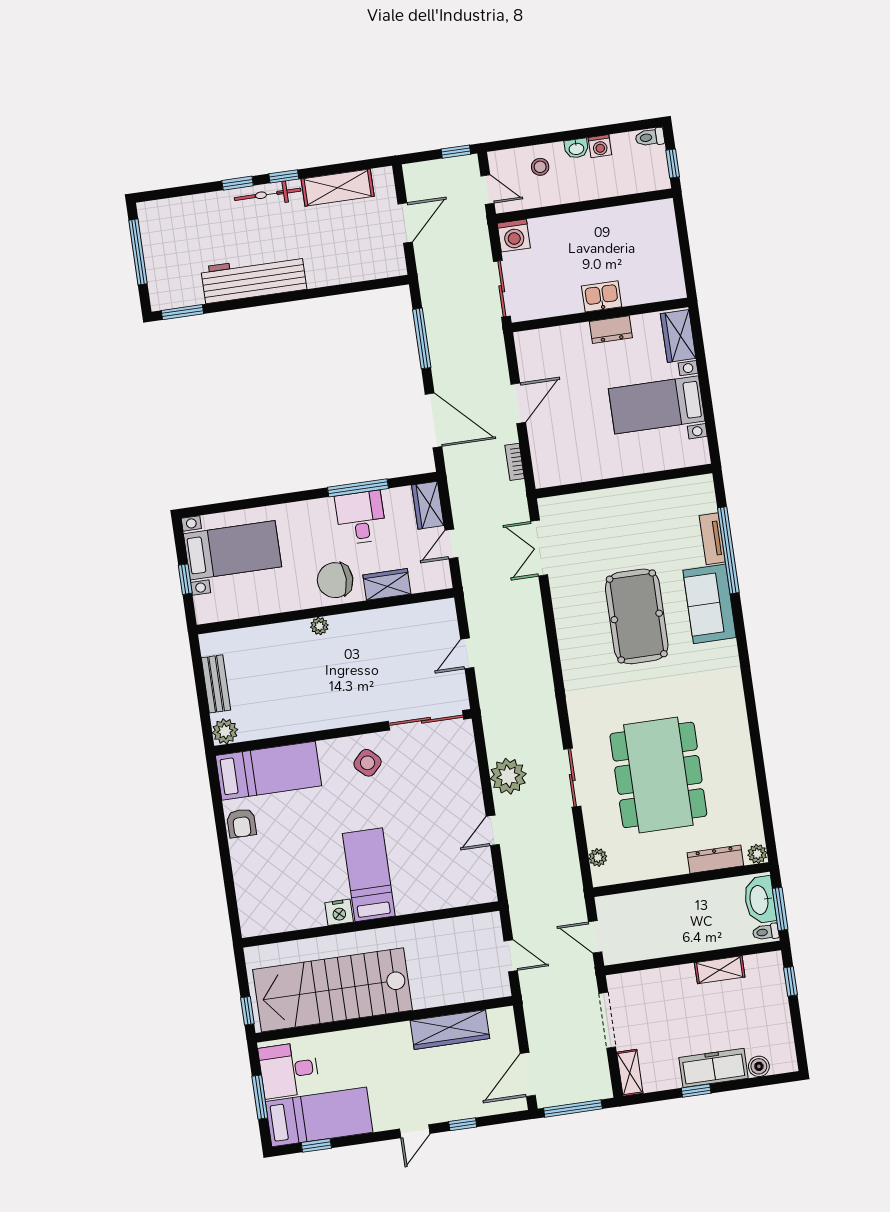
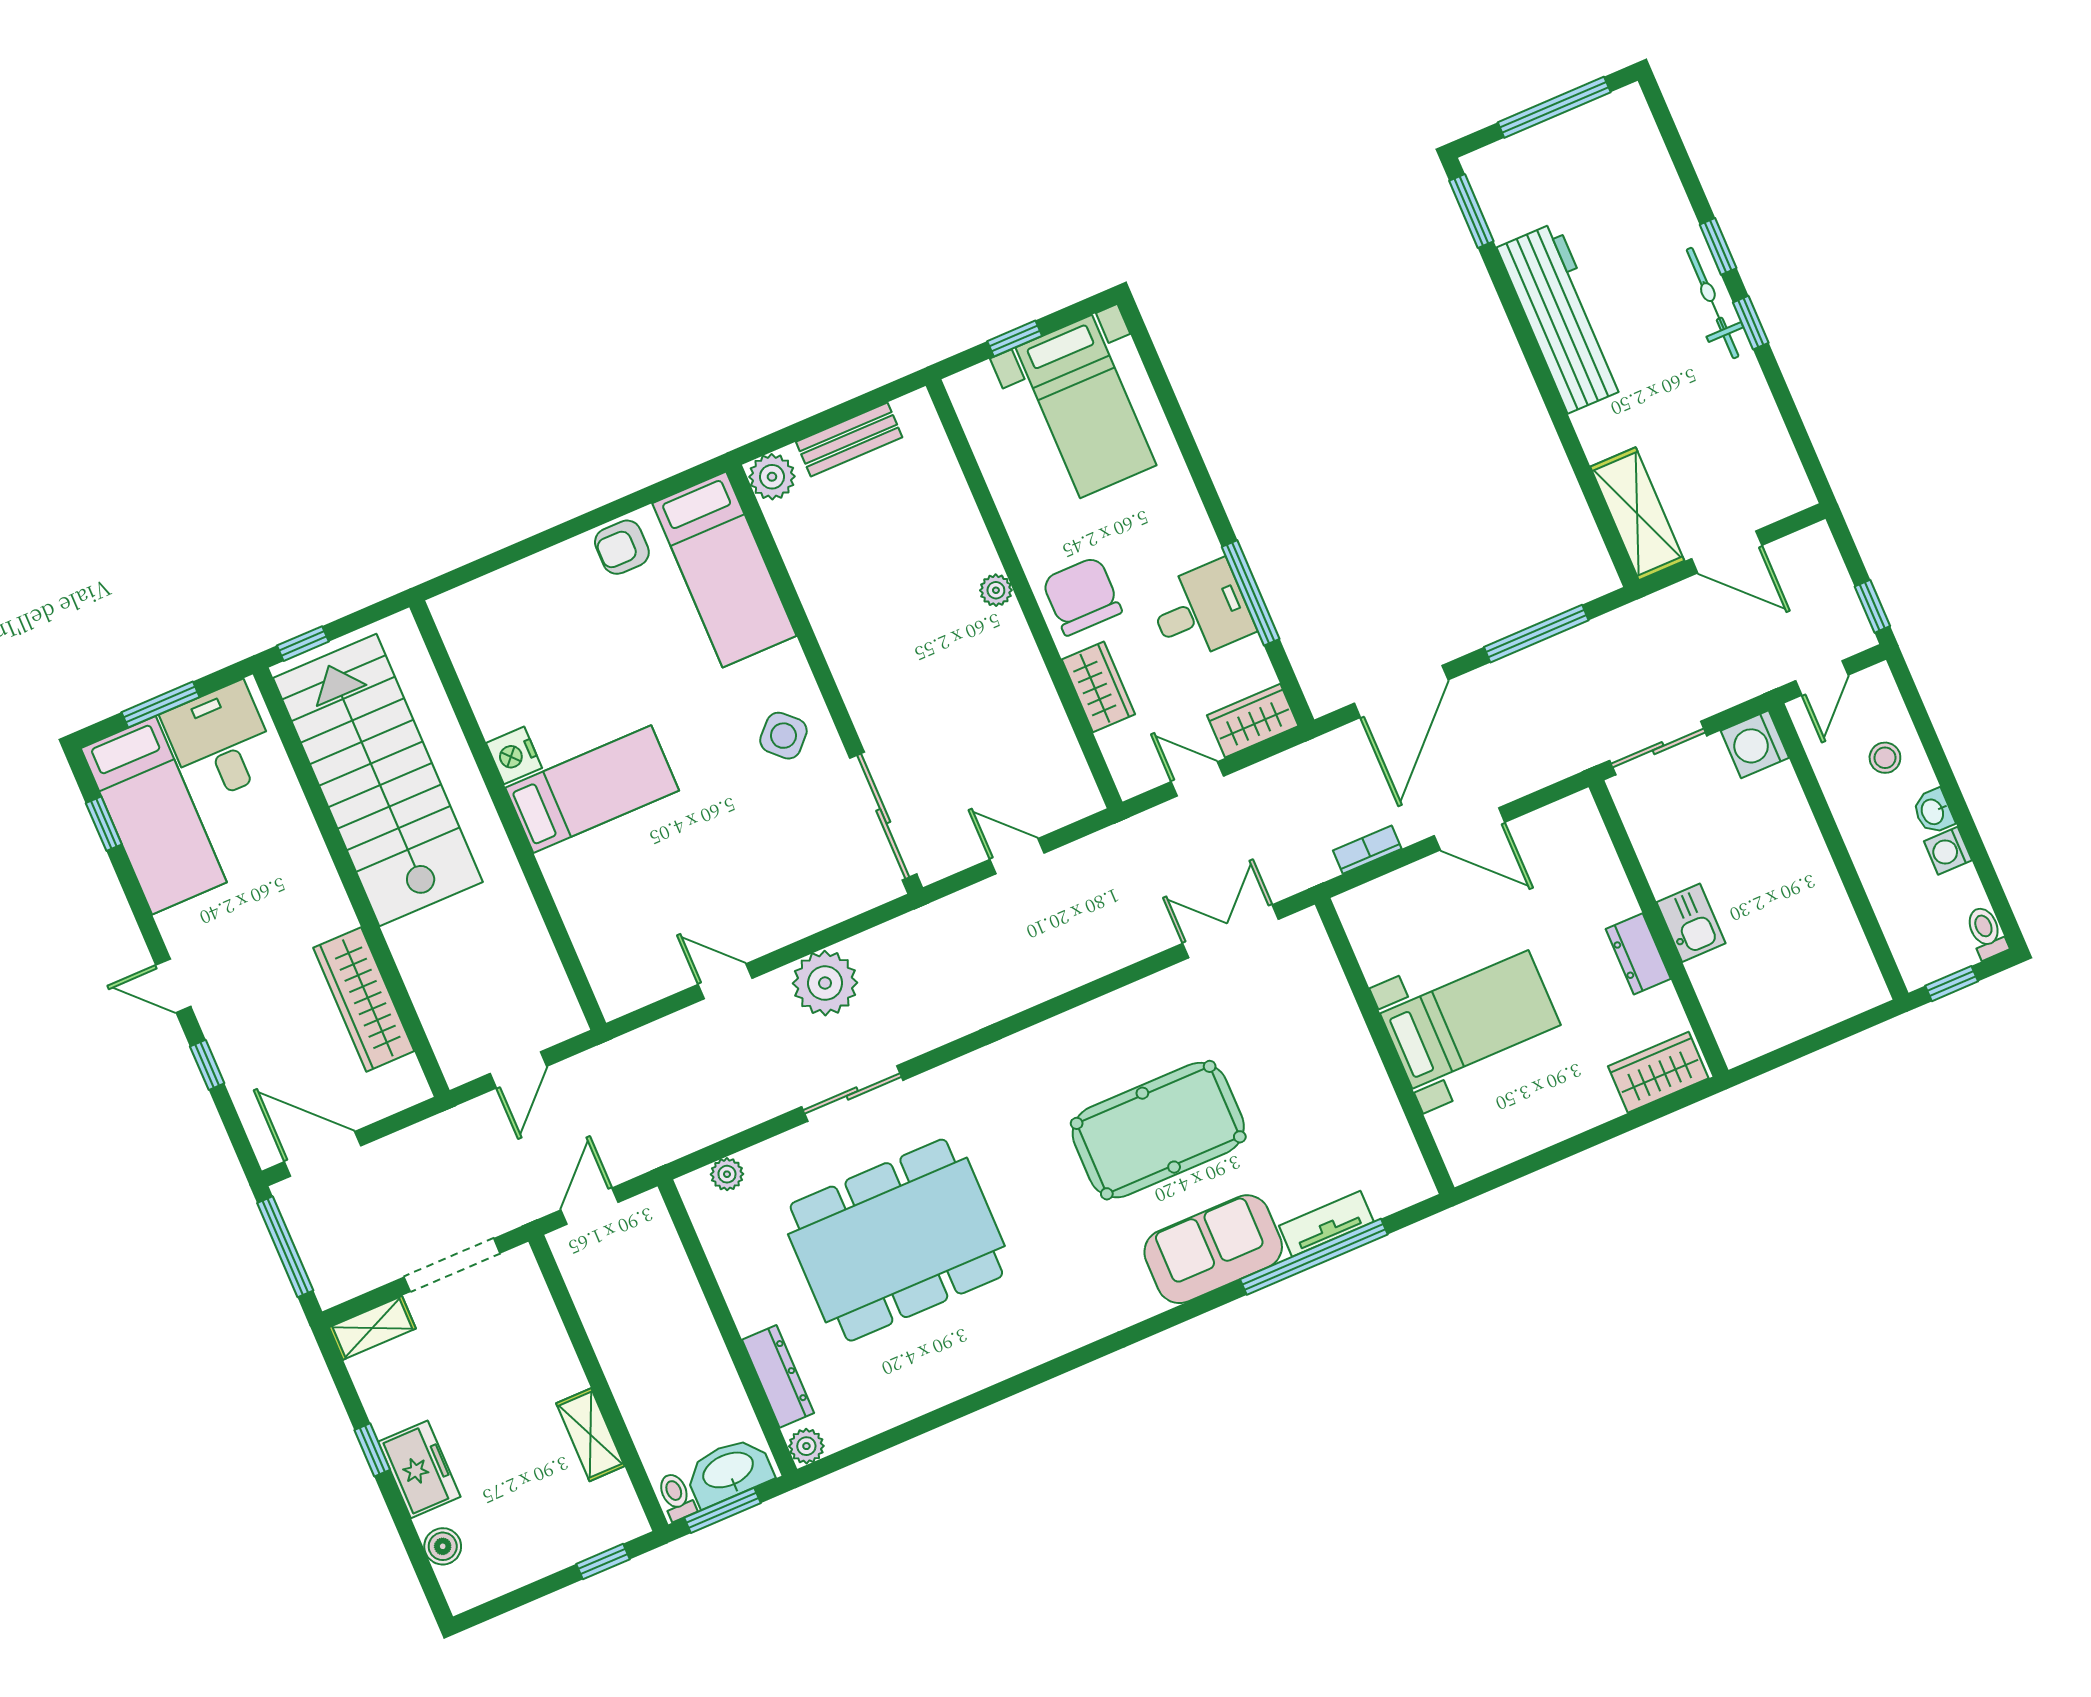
shelving: (338, 188) -> (1637, 514), moved
bed with nightstands: (657, 405) -> (1470, 1019), moved, turned 90
freezer: (714, 1068) -> (419, 1469), width x0.71

